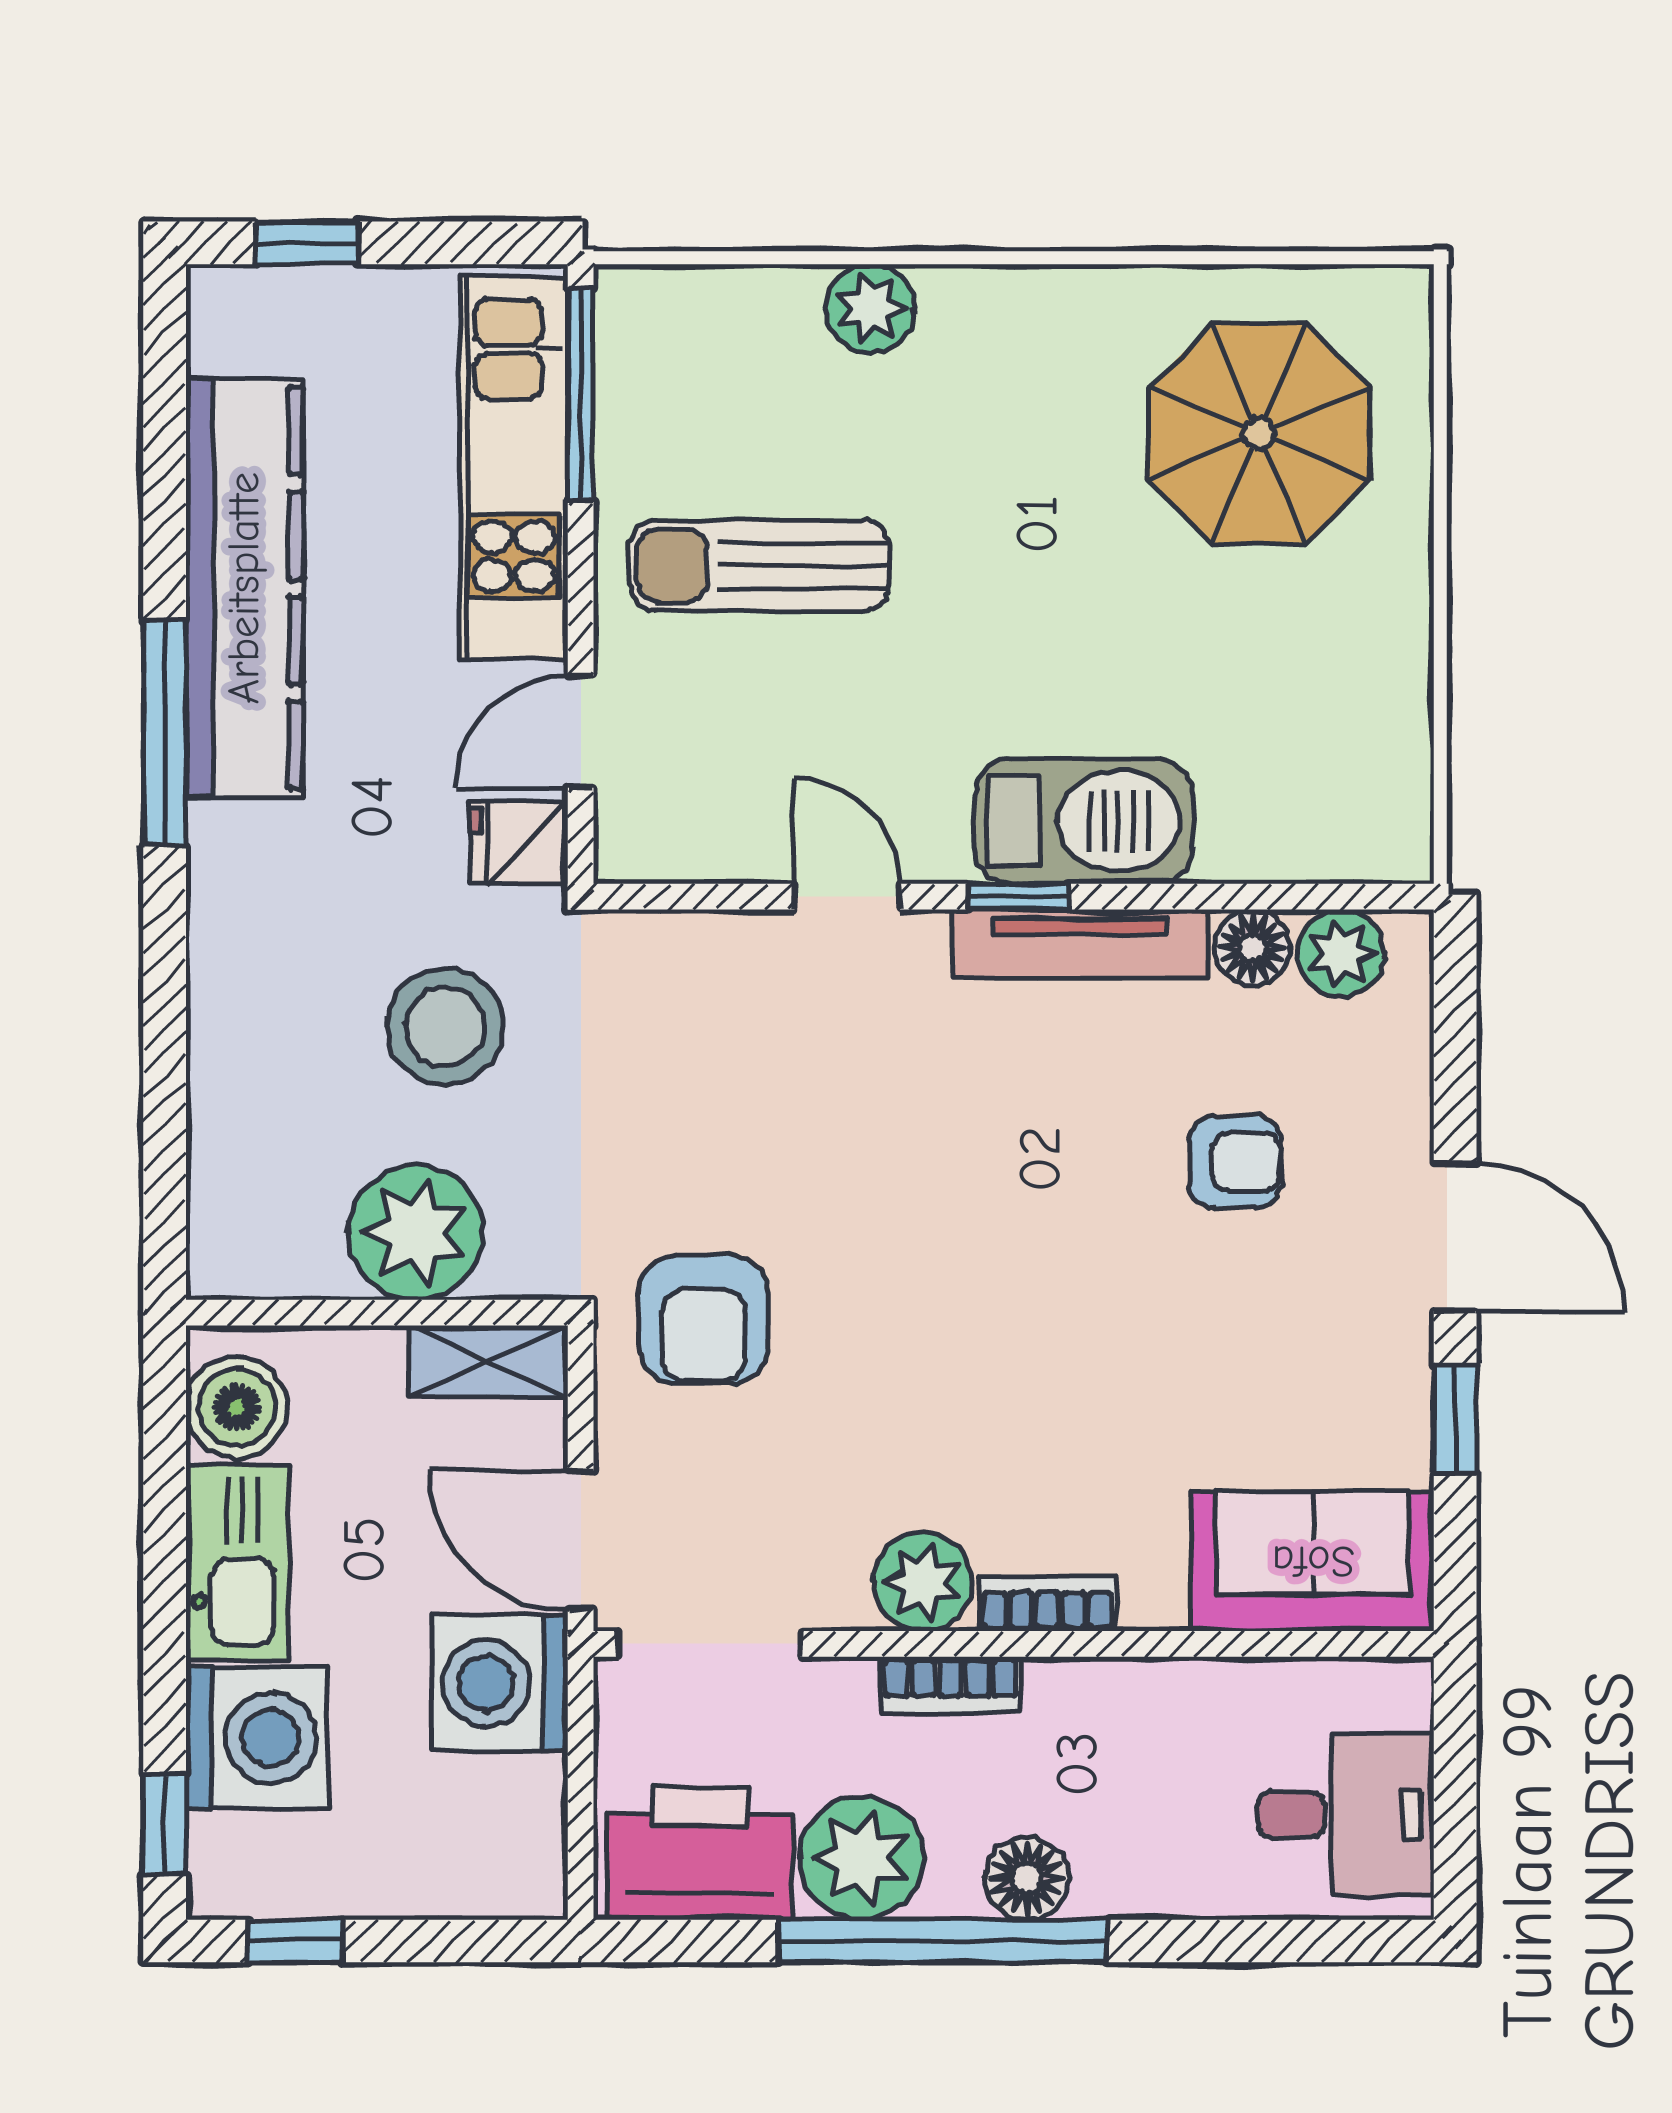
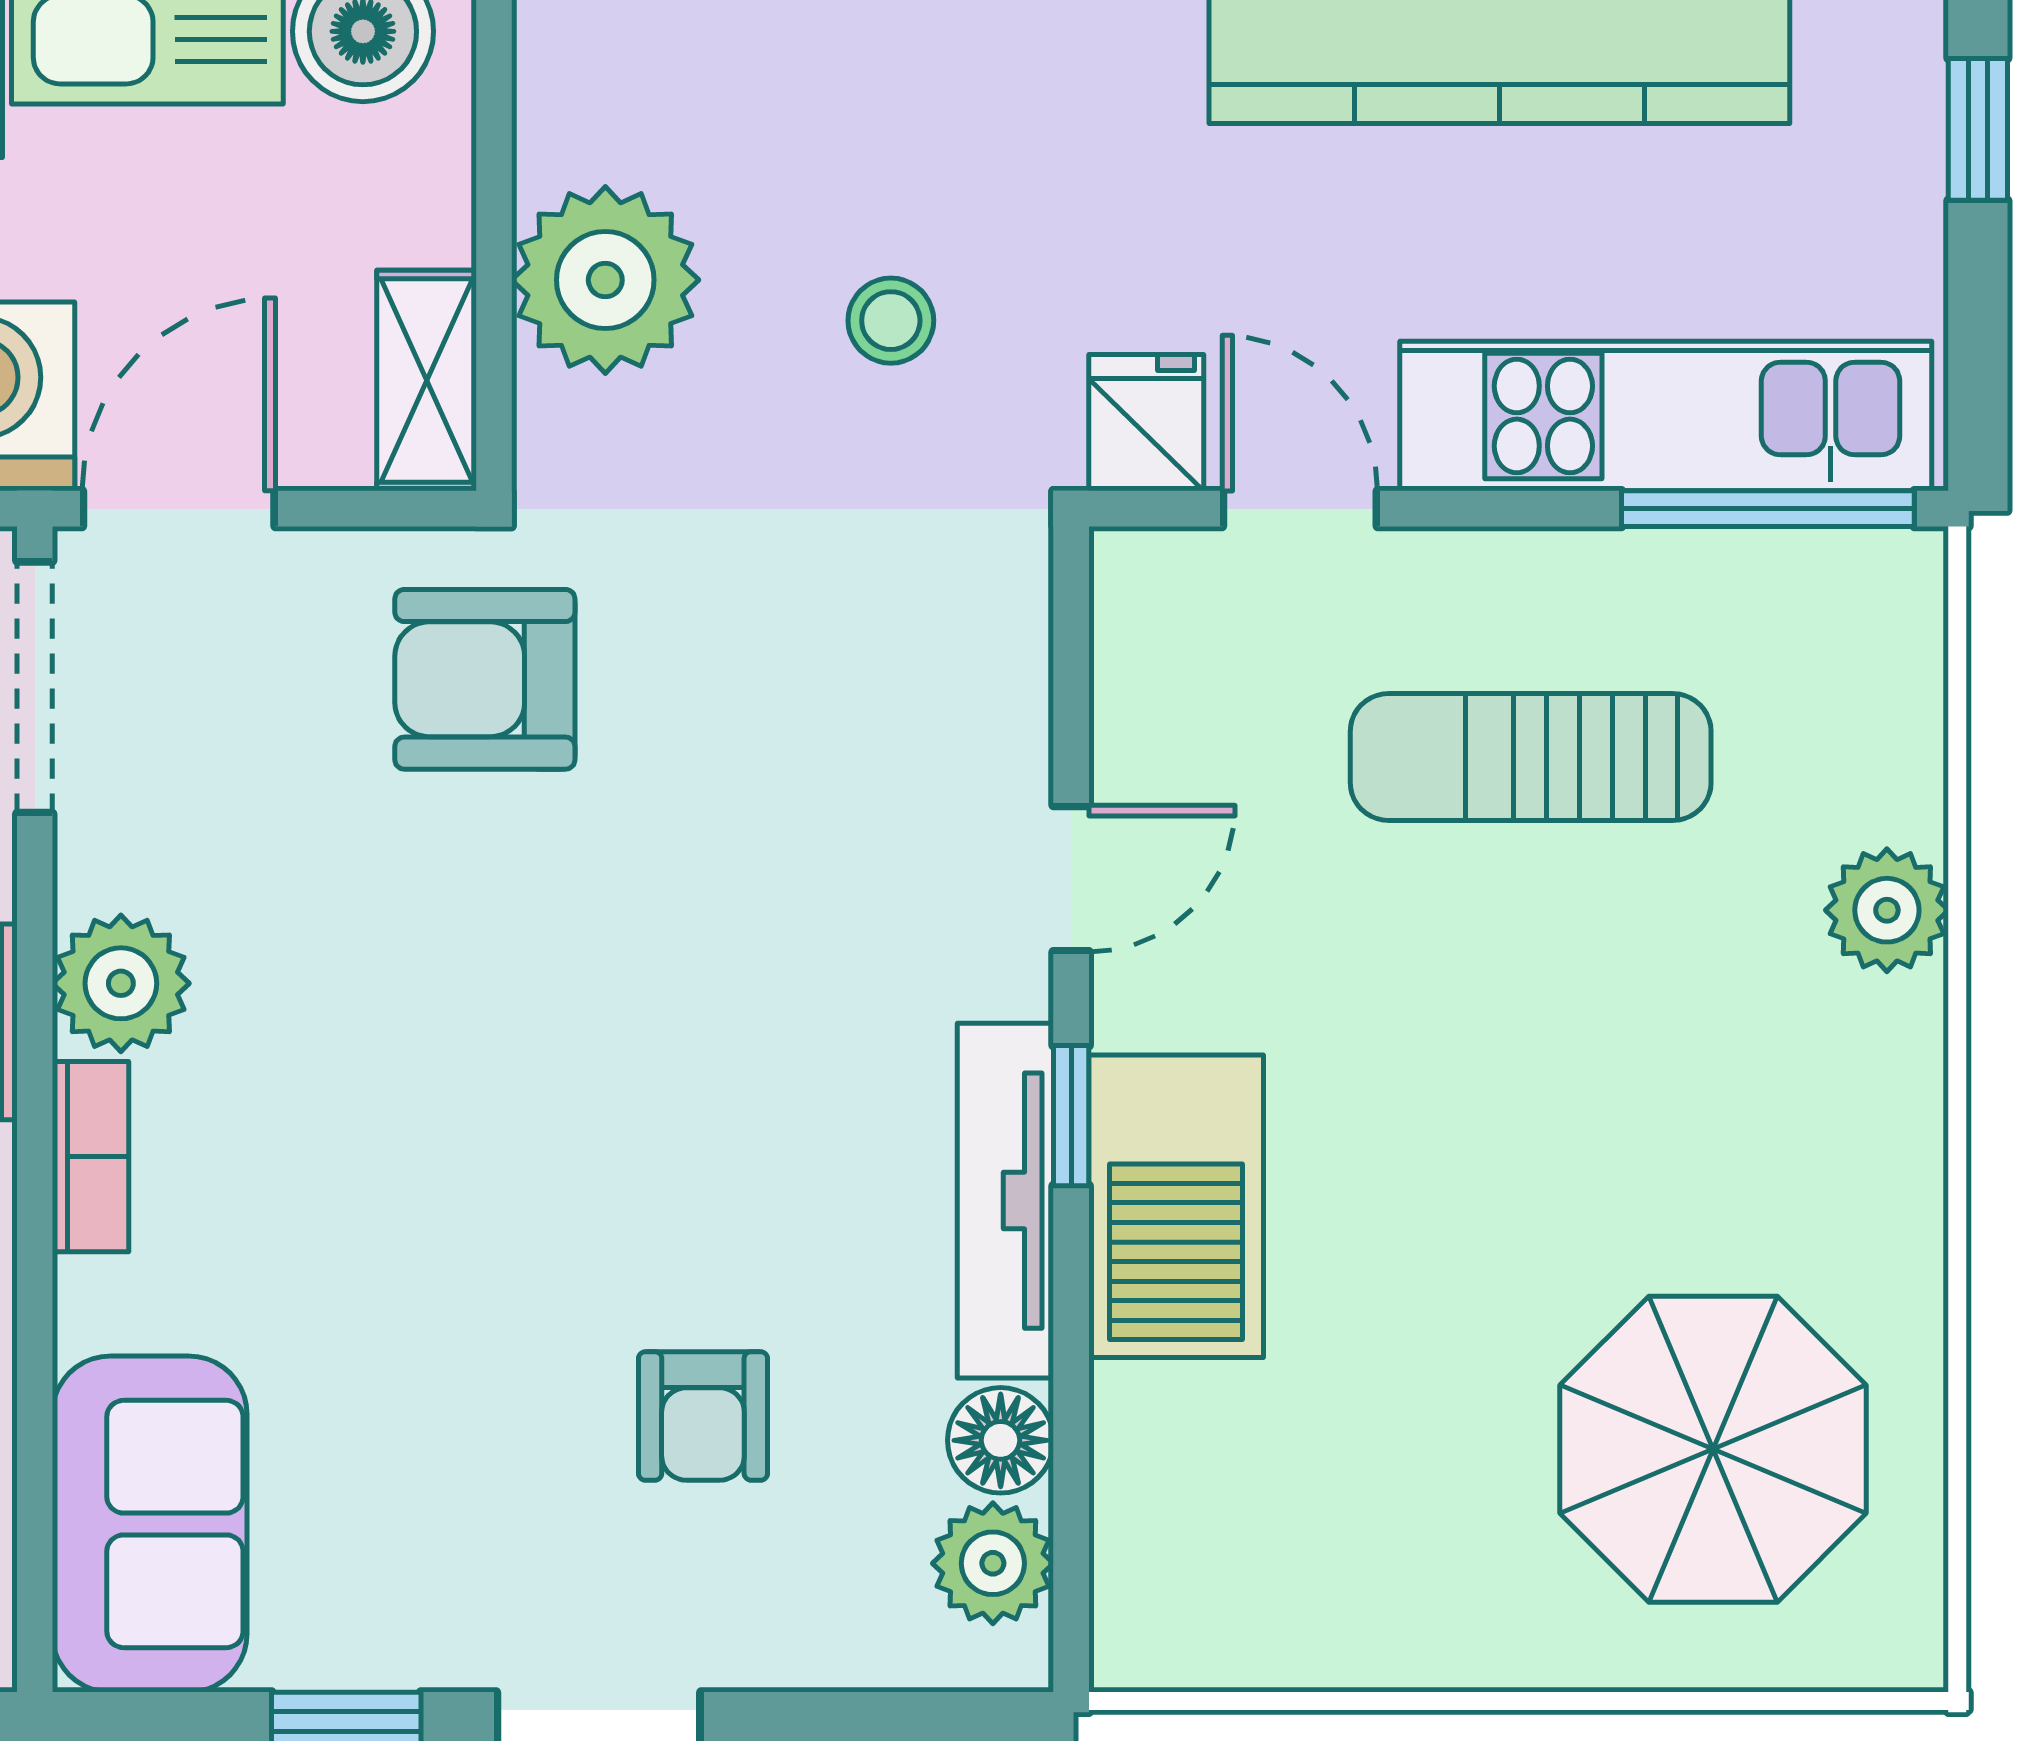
sun lounger: (760, 565) -> (1531, 757), turned -90
stool: (445, 1027) -> (891, 321), width x0.53, depth x0.53

